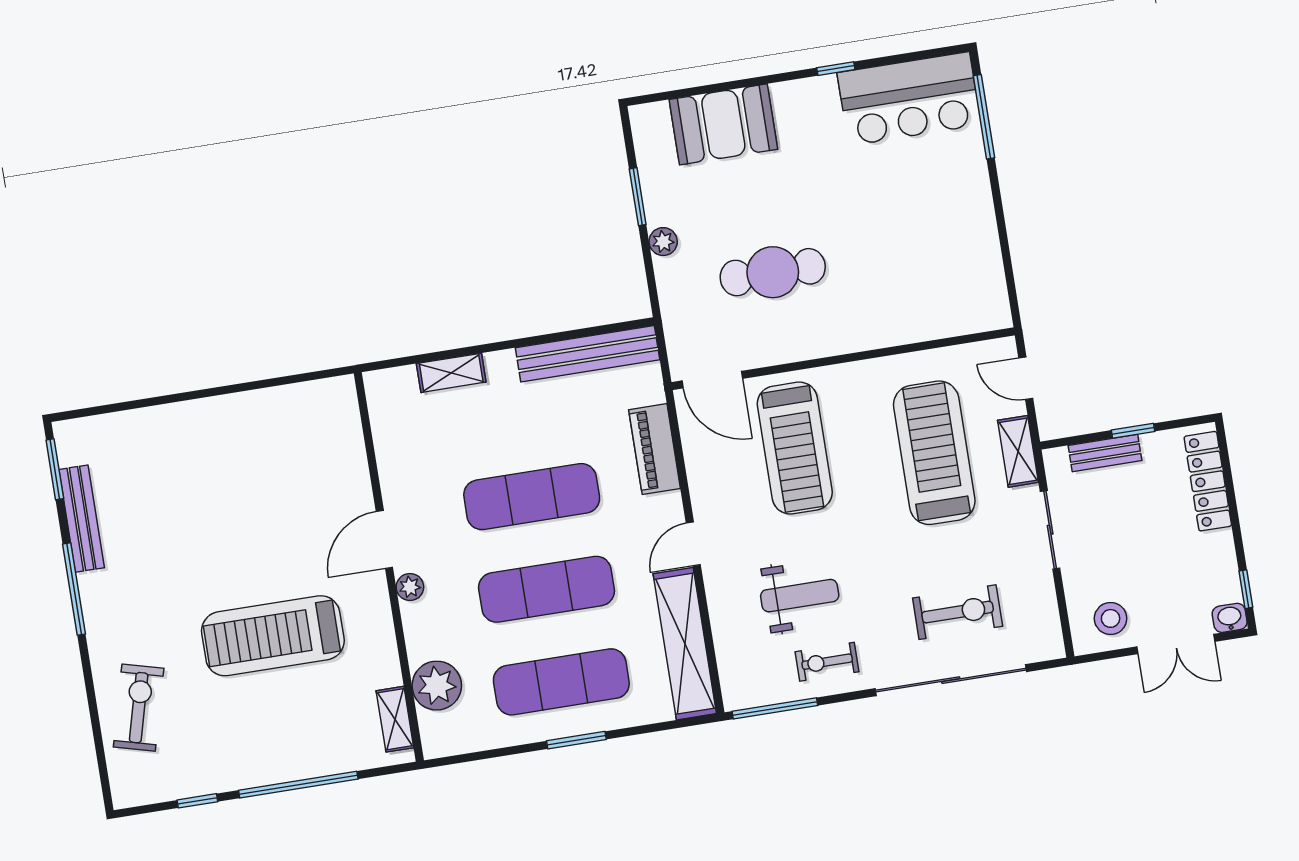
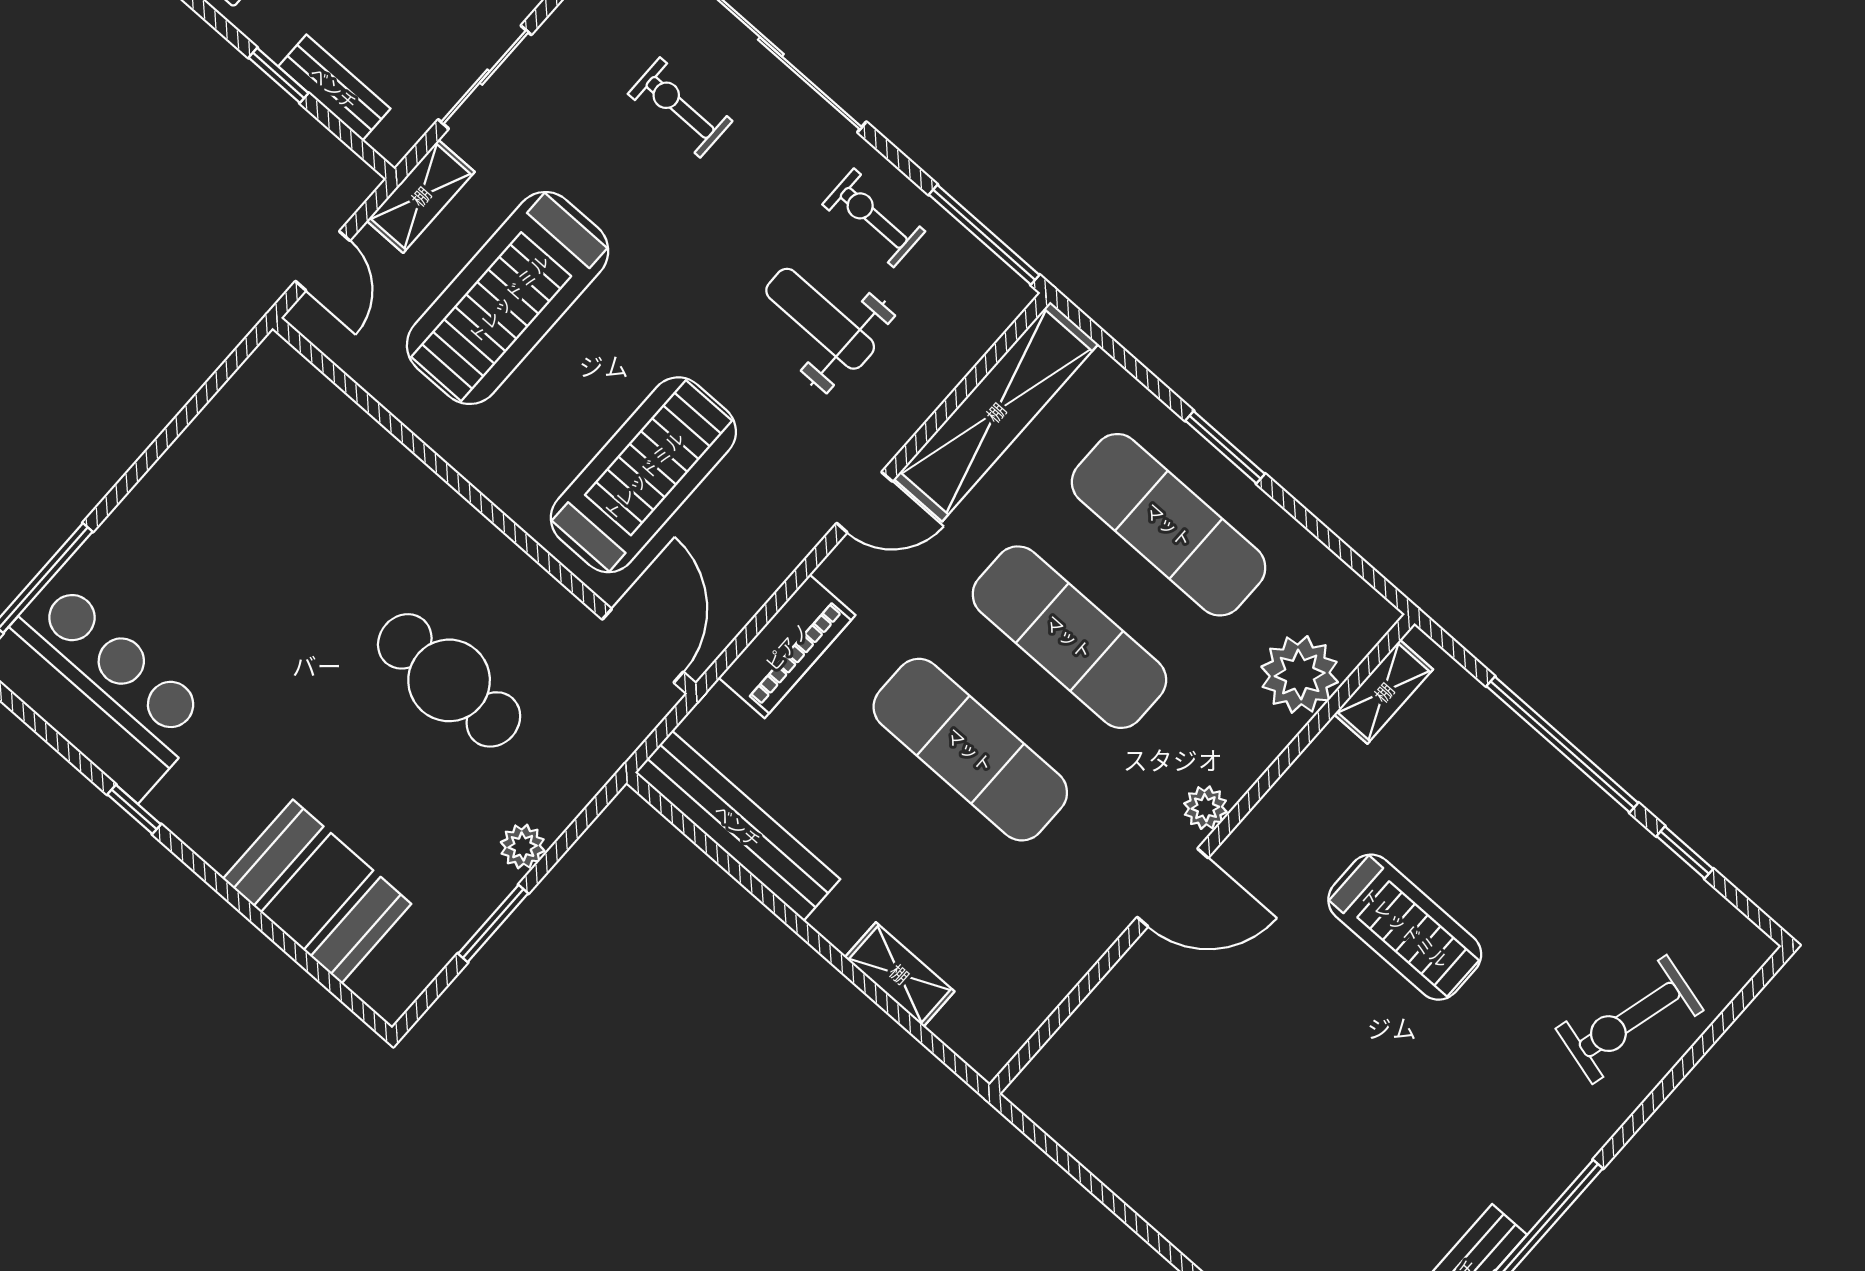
exercise bike: (958, 612) -> (680, 107), width x0.73, depth x0.72
treadmill: (273, 636) -> (1405, 927), width x0.73, depth x0.73
exercise bike: (827, 662) -> (874, 218), turned 180

